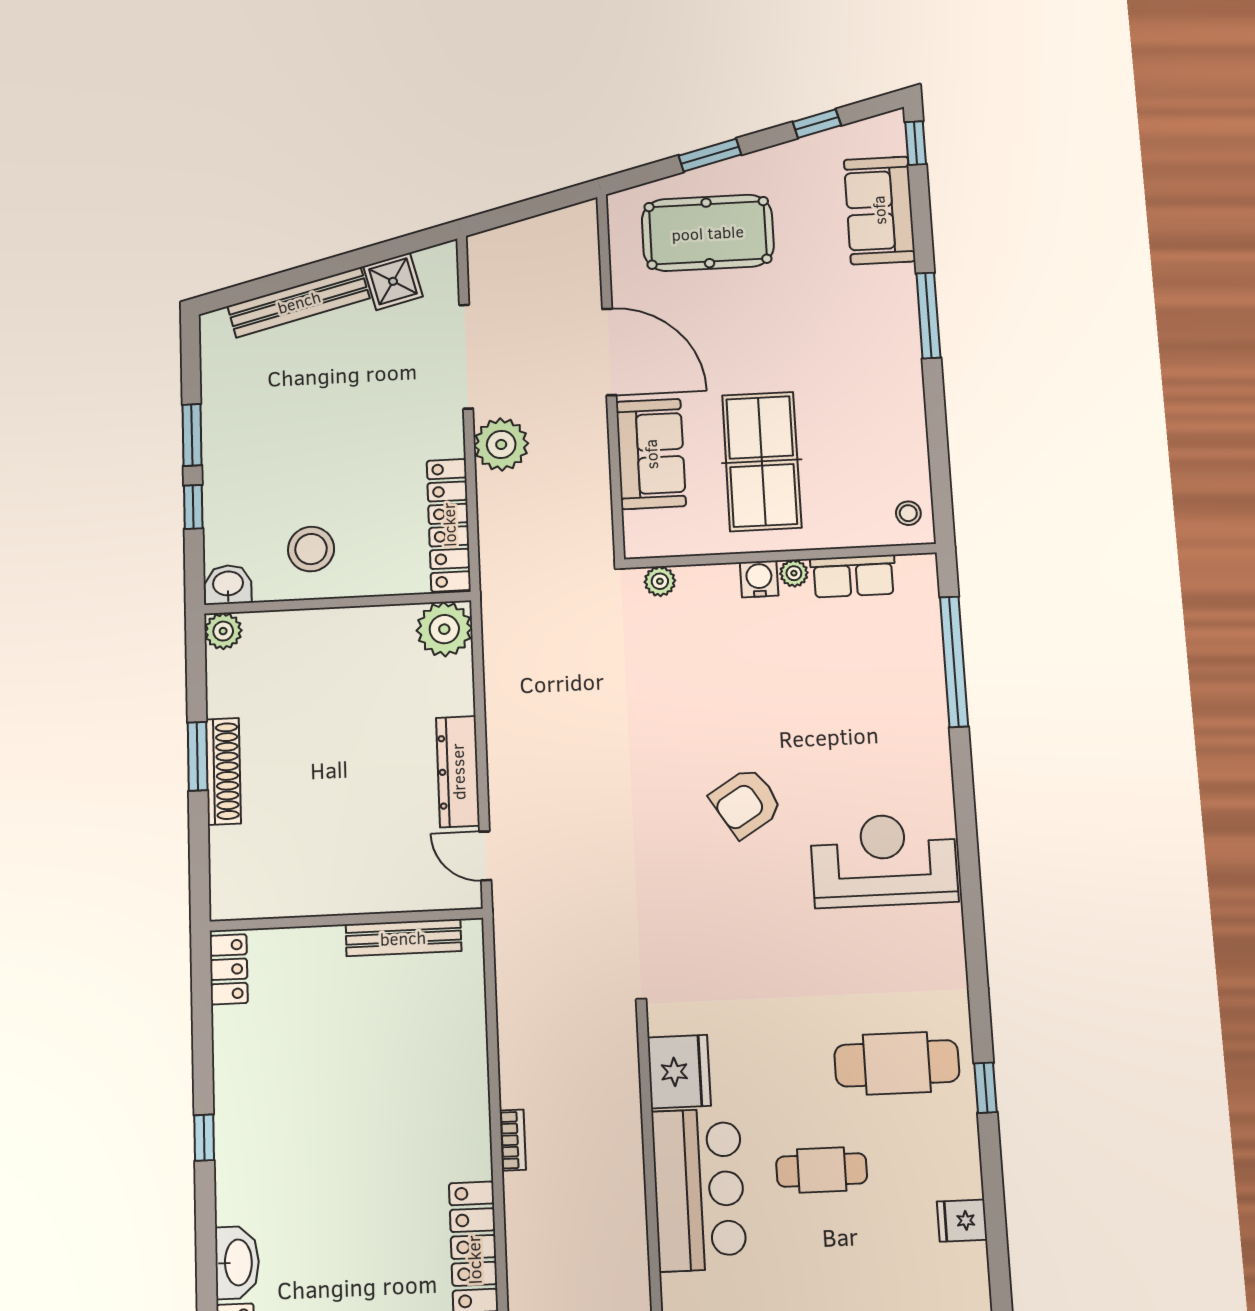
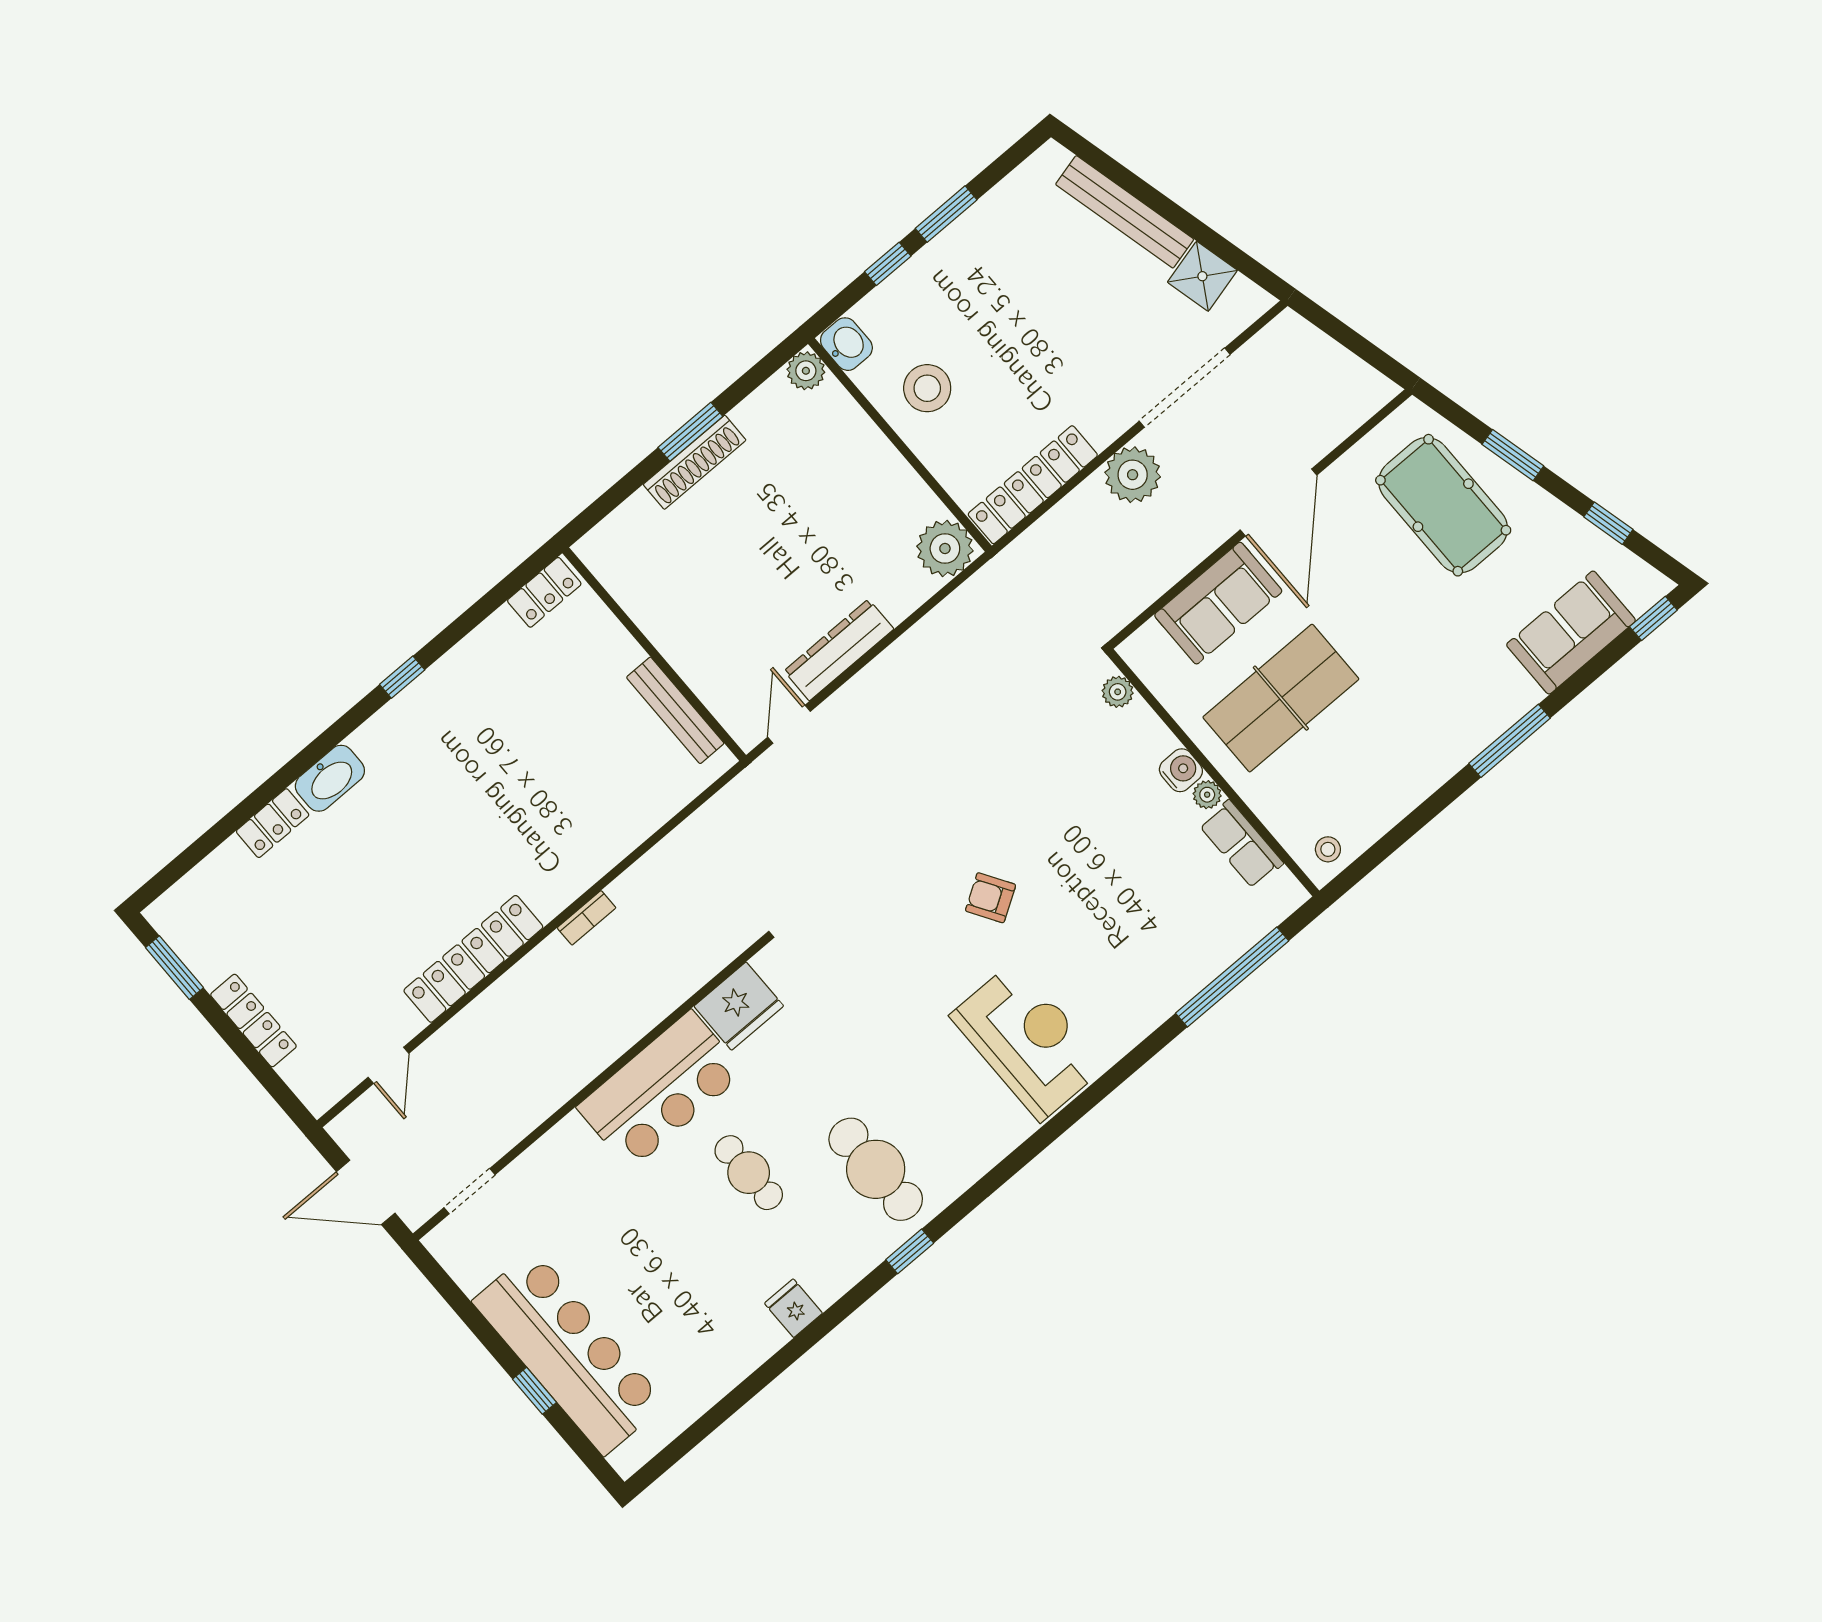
armchair: (746, 803) -> (991, 898), width x0.72, depth x0.72

